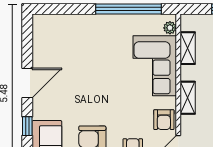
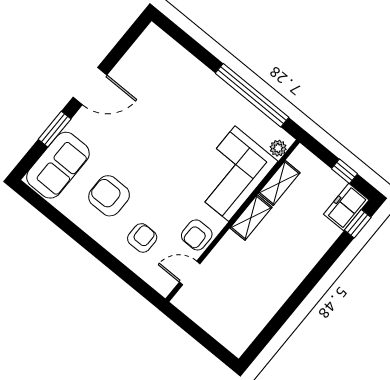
shelving: (188, 98) -> (251, 218), moved
window: (27, 126) -> (55, 129), width x1.50

